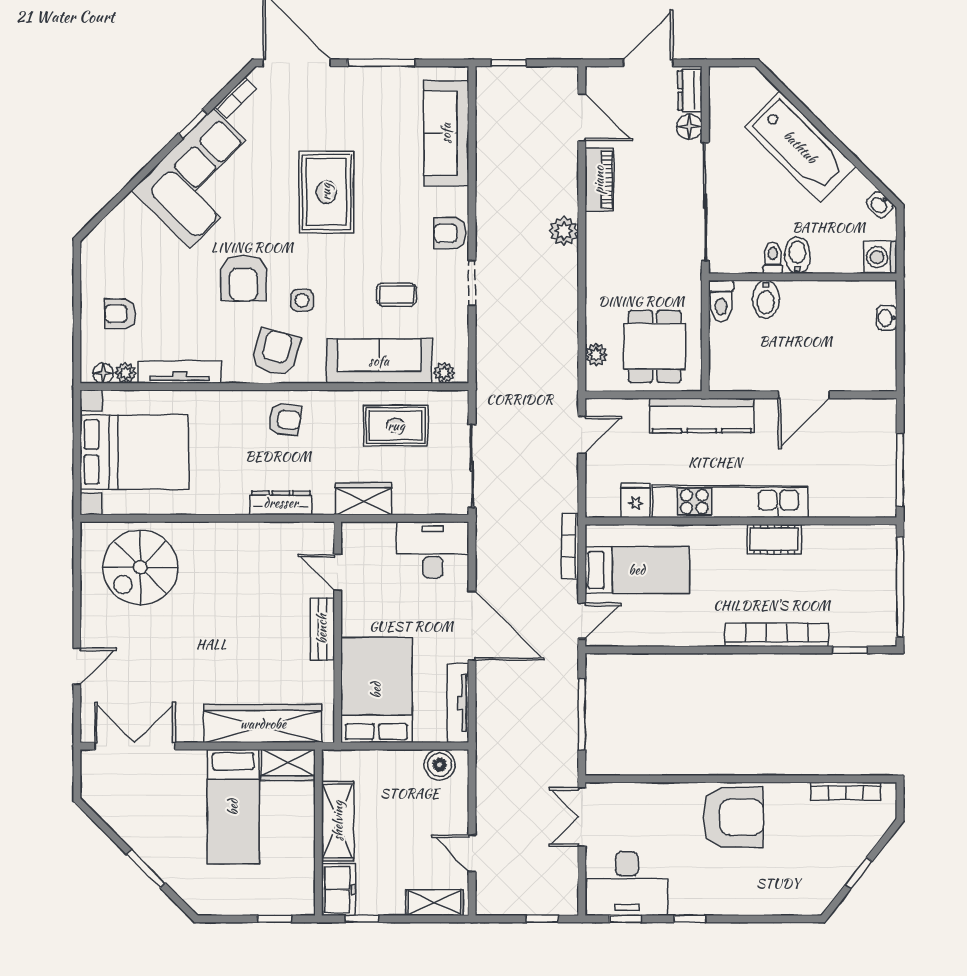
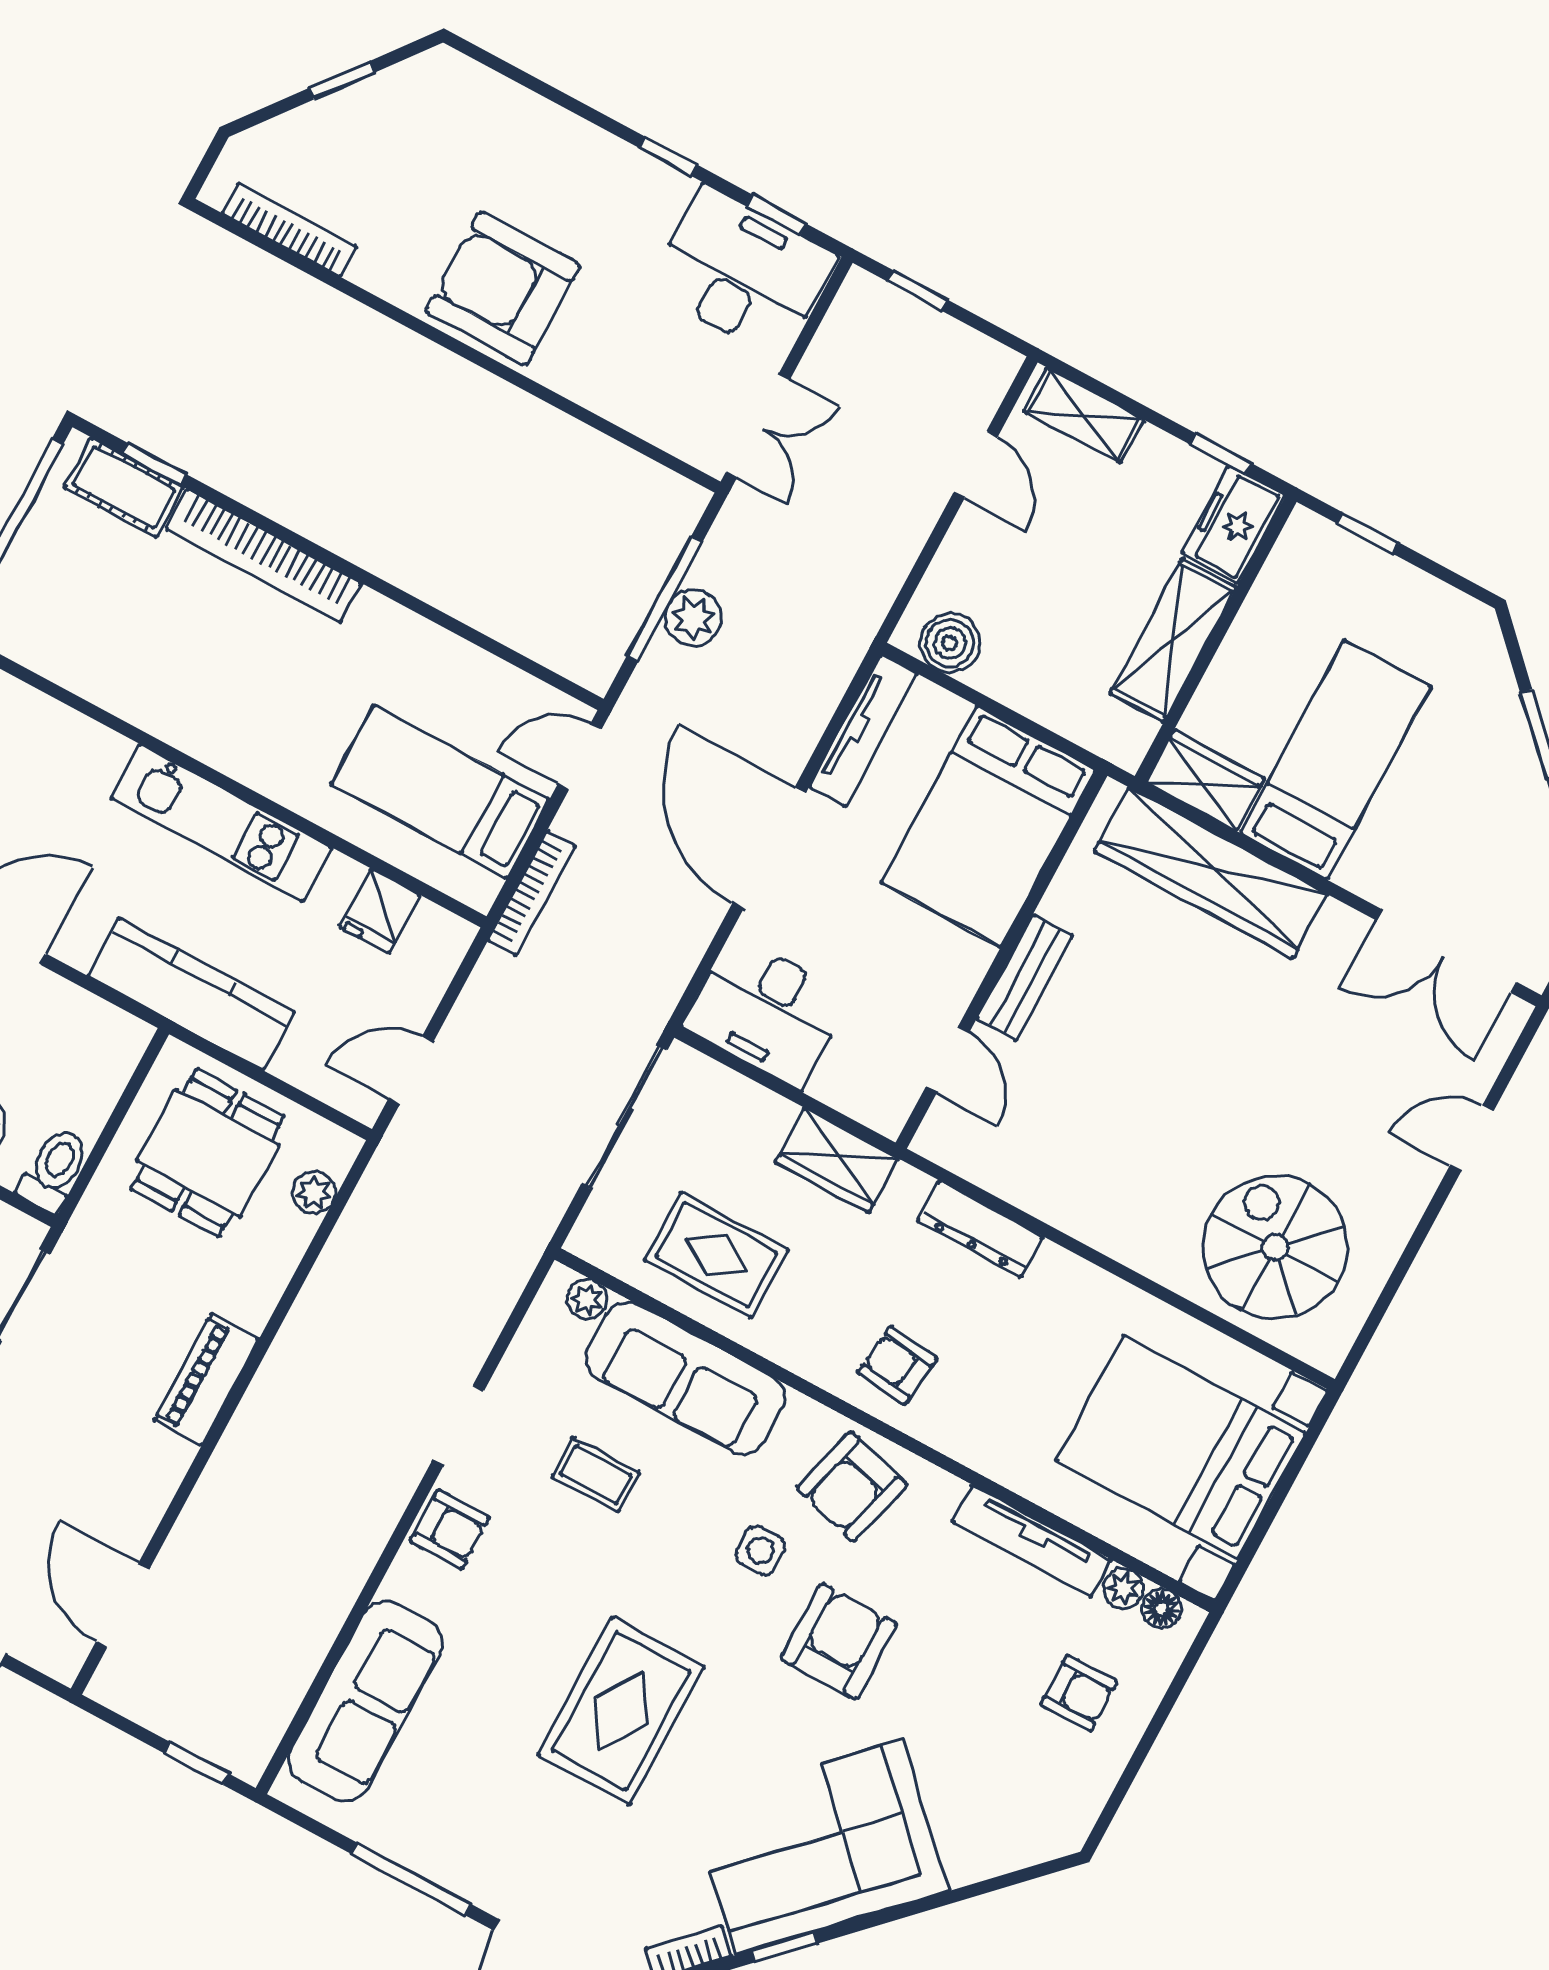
piano: (599, 180) -> (206, 1379), moved
plant: (564, 231) -> (693, 618), moved
kitchen unit: (730, 502) -> (221, 823), width x0.73
cot: (774, 539) -> (124, 487), moved
spiral stairs: (140, 567) -> (1275, 1247), turned -90

